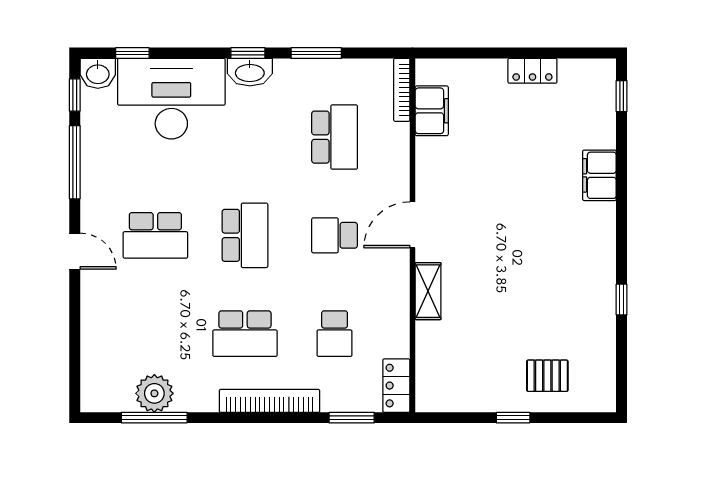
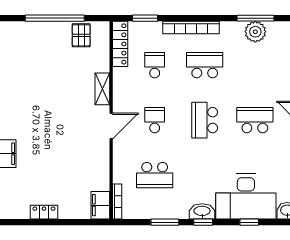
window: (132, 53) -> (249, 222), moved
filing cabinet: (432, 111) -> (100, 205), moved
school desk: (335, 137) -> (155, 175), turned -90
school desk: (335, 235) -> (155, 120), turned -90
pallet: (547, 376) -> (81, 35), moved, turned 90
locker: (396, 386) -> (120, 44), width x1.53
window: (513, 418) -> (55, 18), width x3.17

